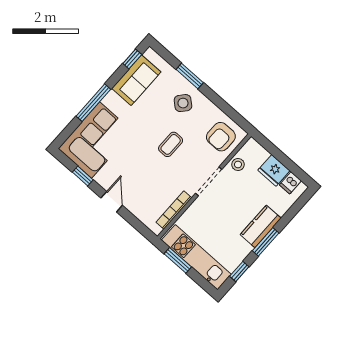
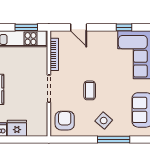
window: (190, 76) -> (114, 140), width x1.44
stool: (238, 164) -> (41, 113), removed
door: (112, 202) -> (79, 27), moved

